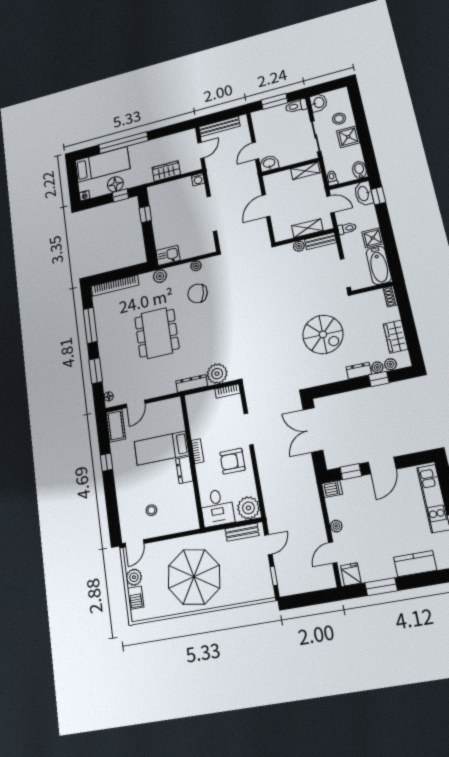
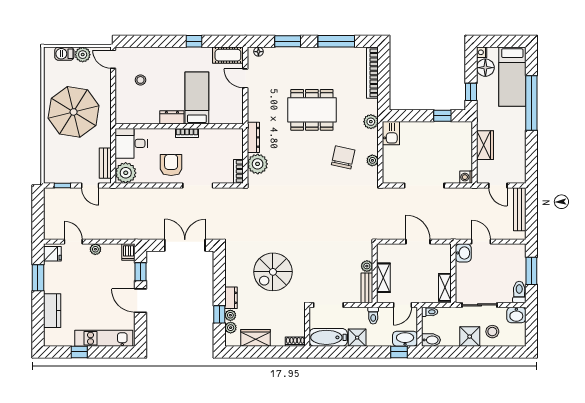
floor lamp: (115, 184) -> (485, 68), moved

